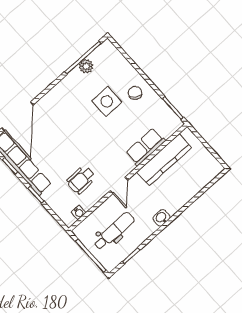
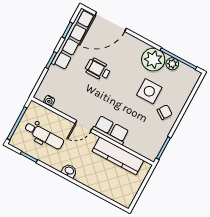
plant: (74, 85) -> (153, 60), added
row of seats: (146, 147) -> (111, 130), moved
wheelchair: (81, 180) -> (98, 69), moved

